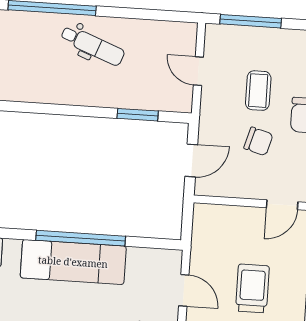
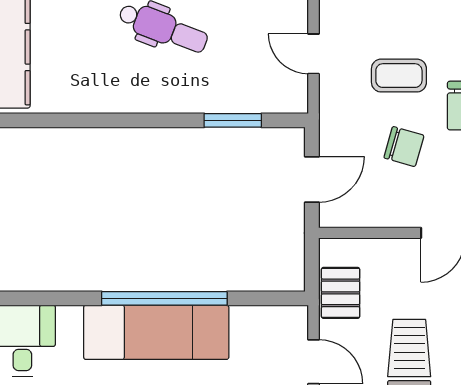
coffee table: (258, 91) -> (399, 76), turned 90
pallet: (206, 243) -> (341, 293), added

